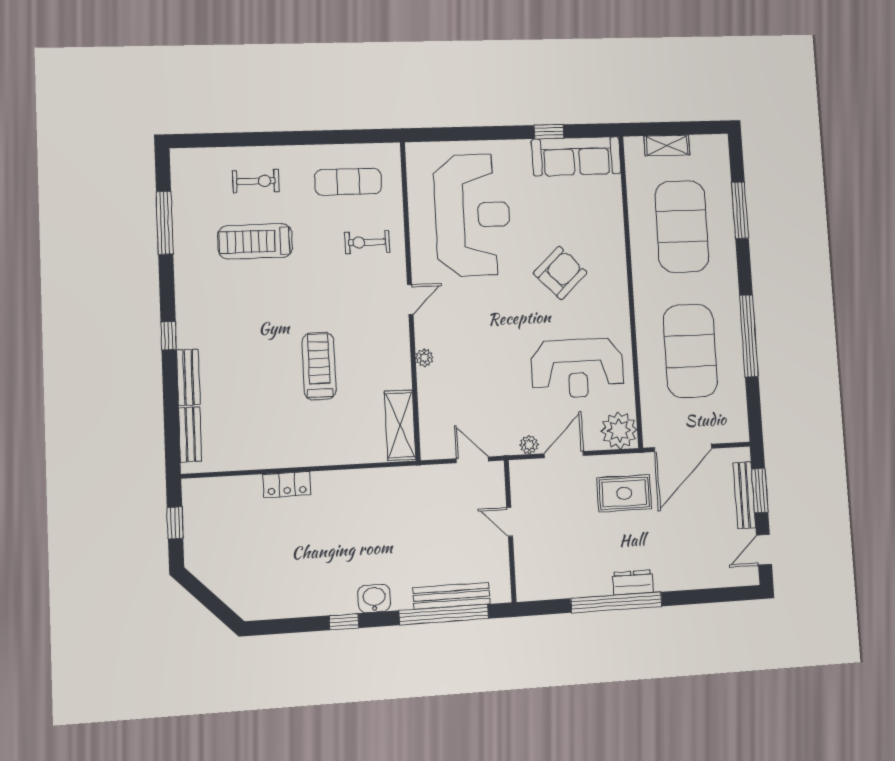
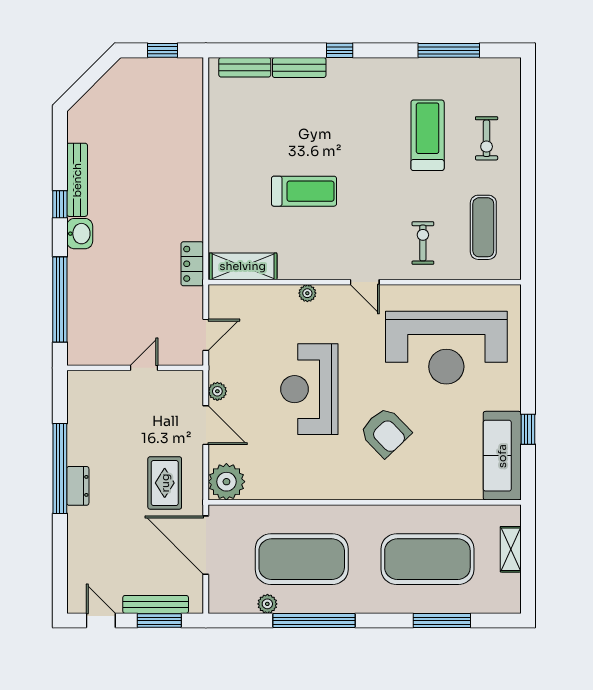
reception desk: (577, 368) -> (309, 389), moved
plant: (736, 383) -> (267, 604), added
locker: (287, 485) -> (192, 264), moved
bench: (451, 596) -> (77, 180), moved

